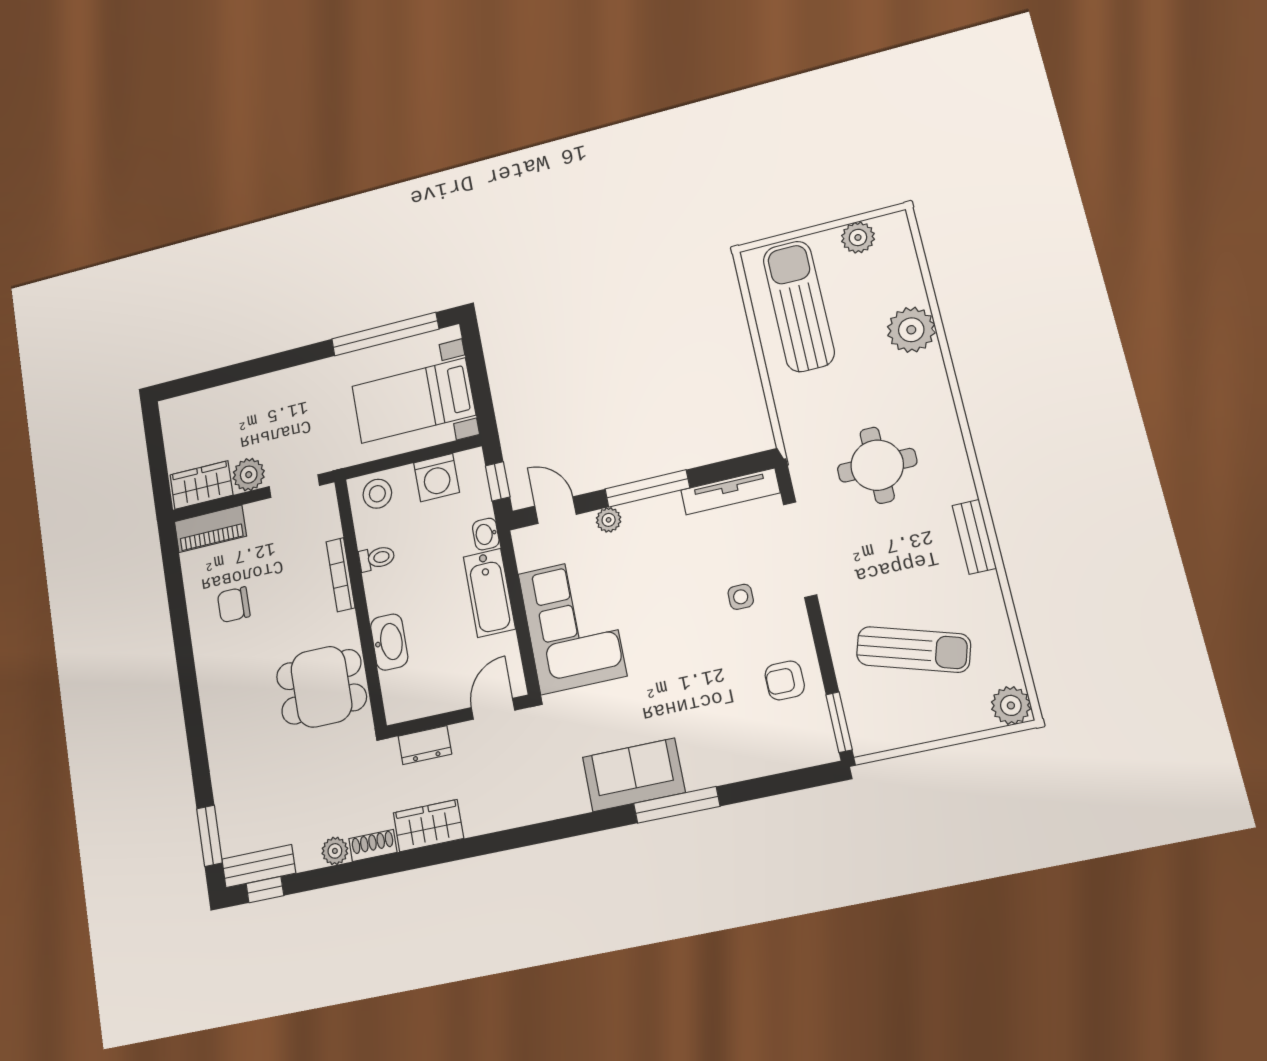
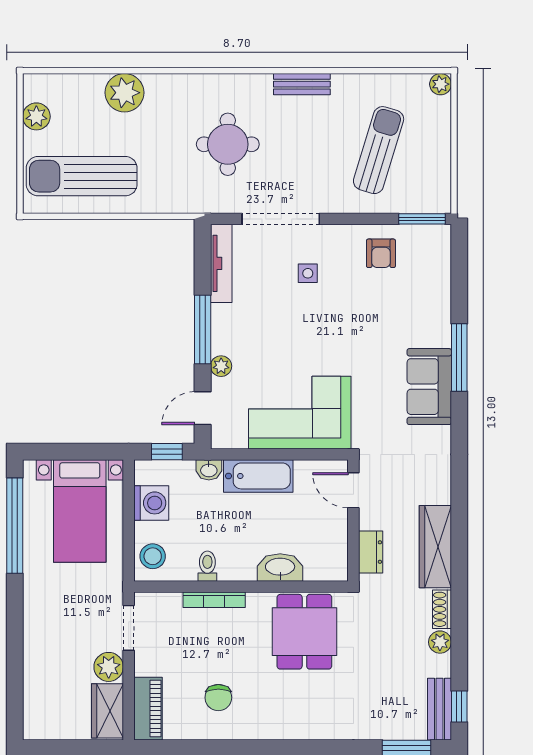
plant: (1011, 705) -> (441, 84), width x0.73, depth x0.73
wardrobe: (428, 826) -> (435, 547), width x1.50

